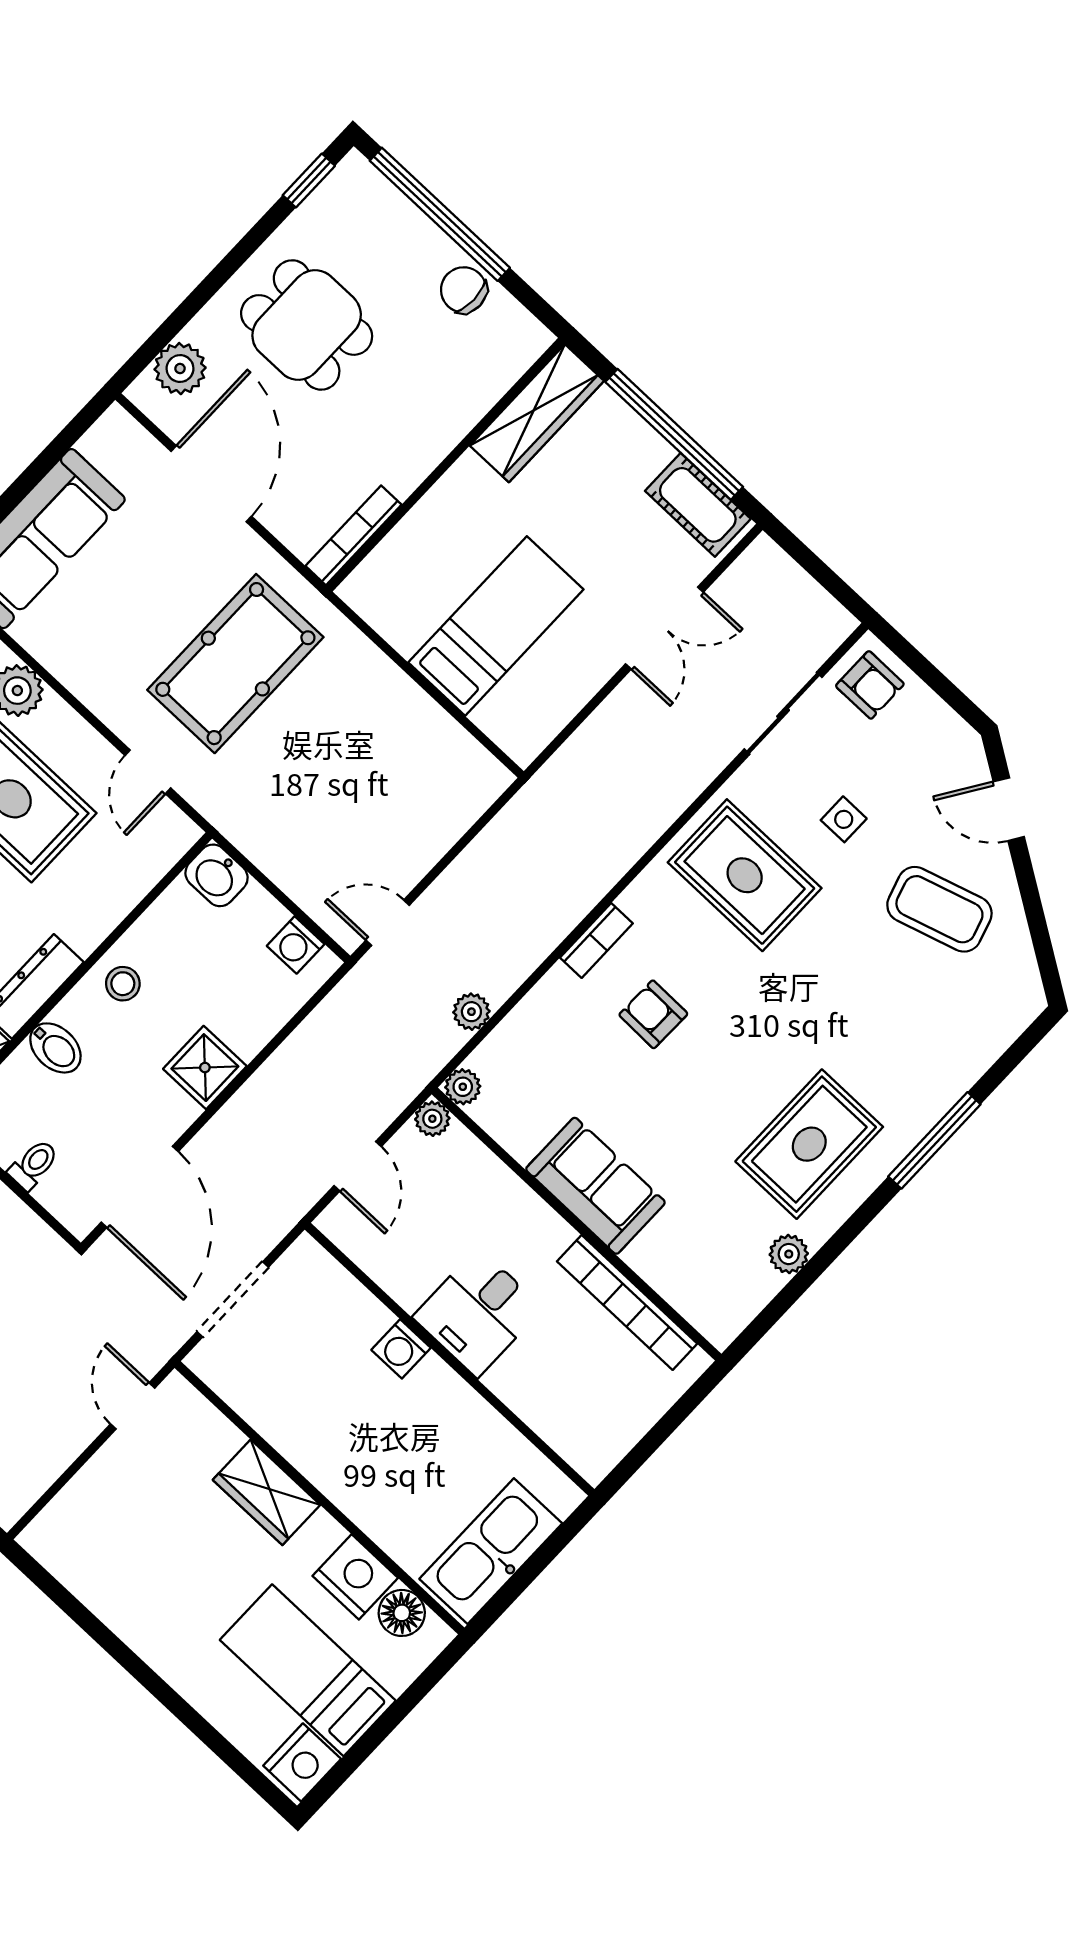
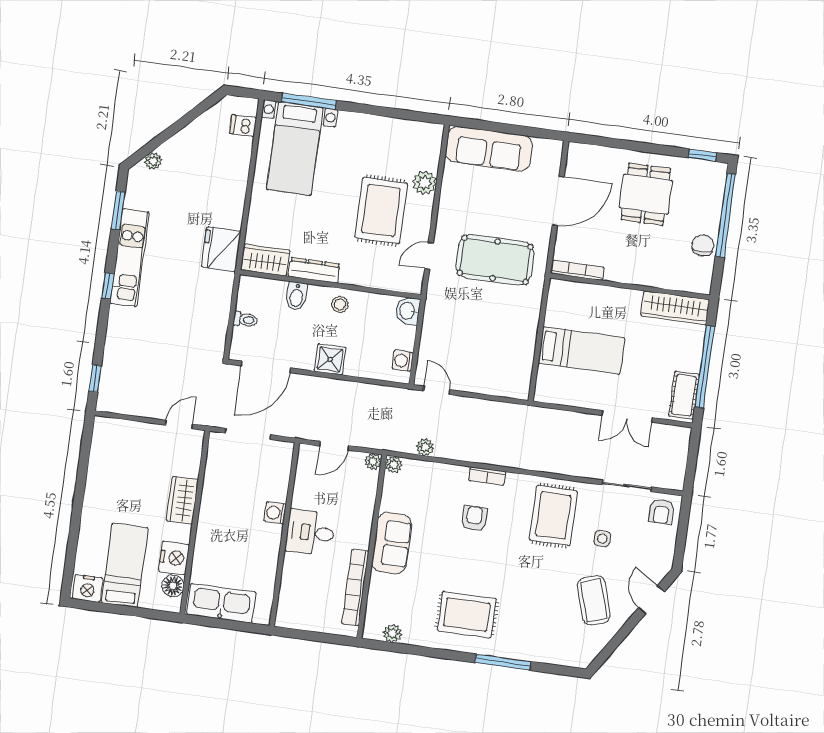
plant: (180, 369) -> (594, 157), removed
plant: (789, 1254) -> (392, 633), moved

